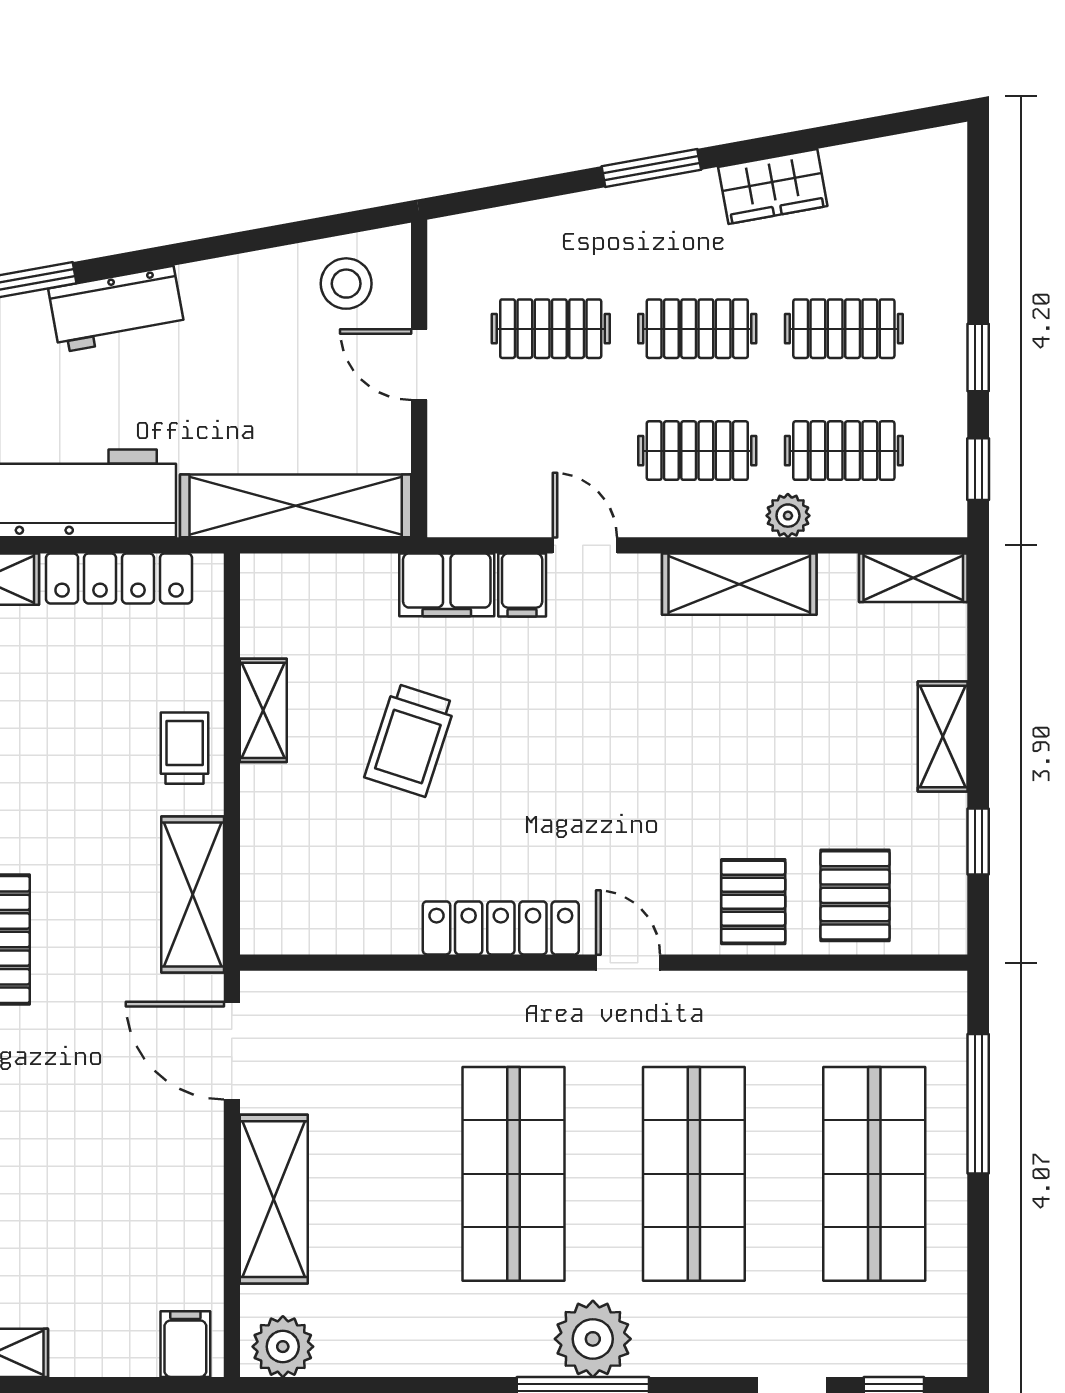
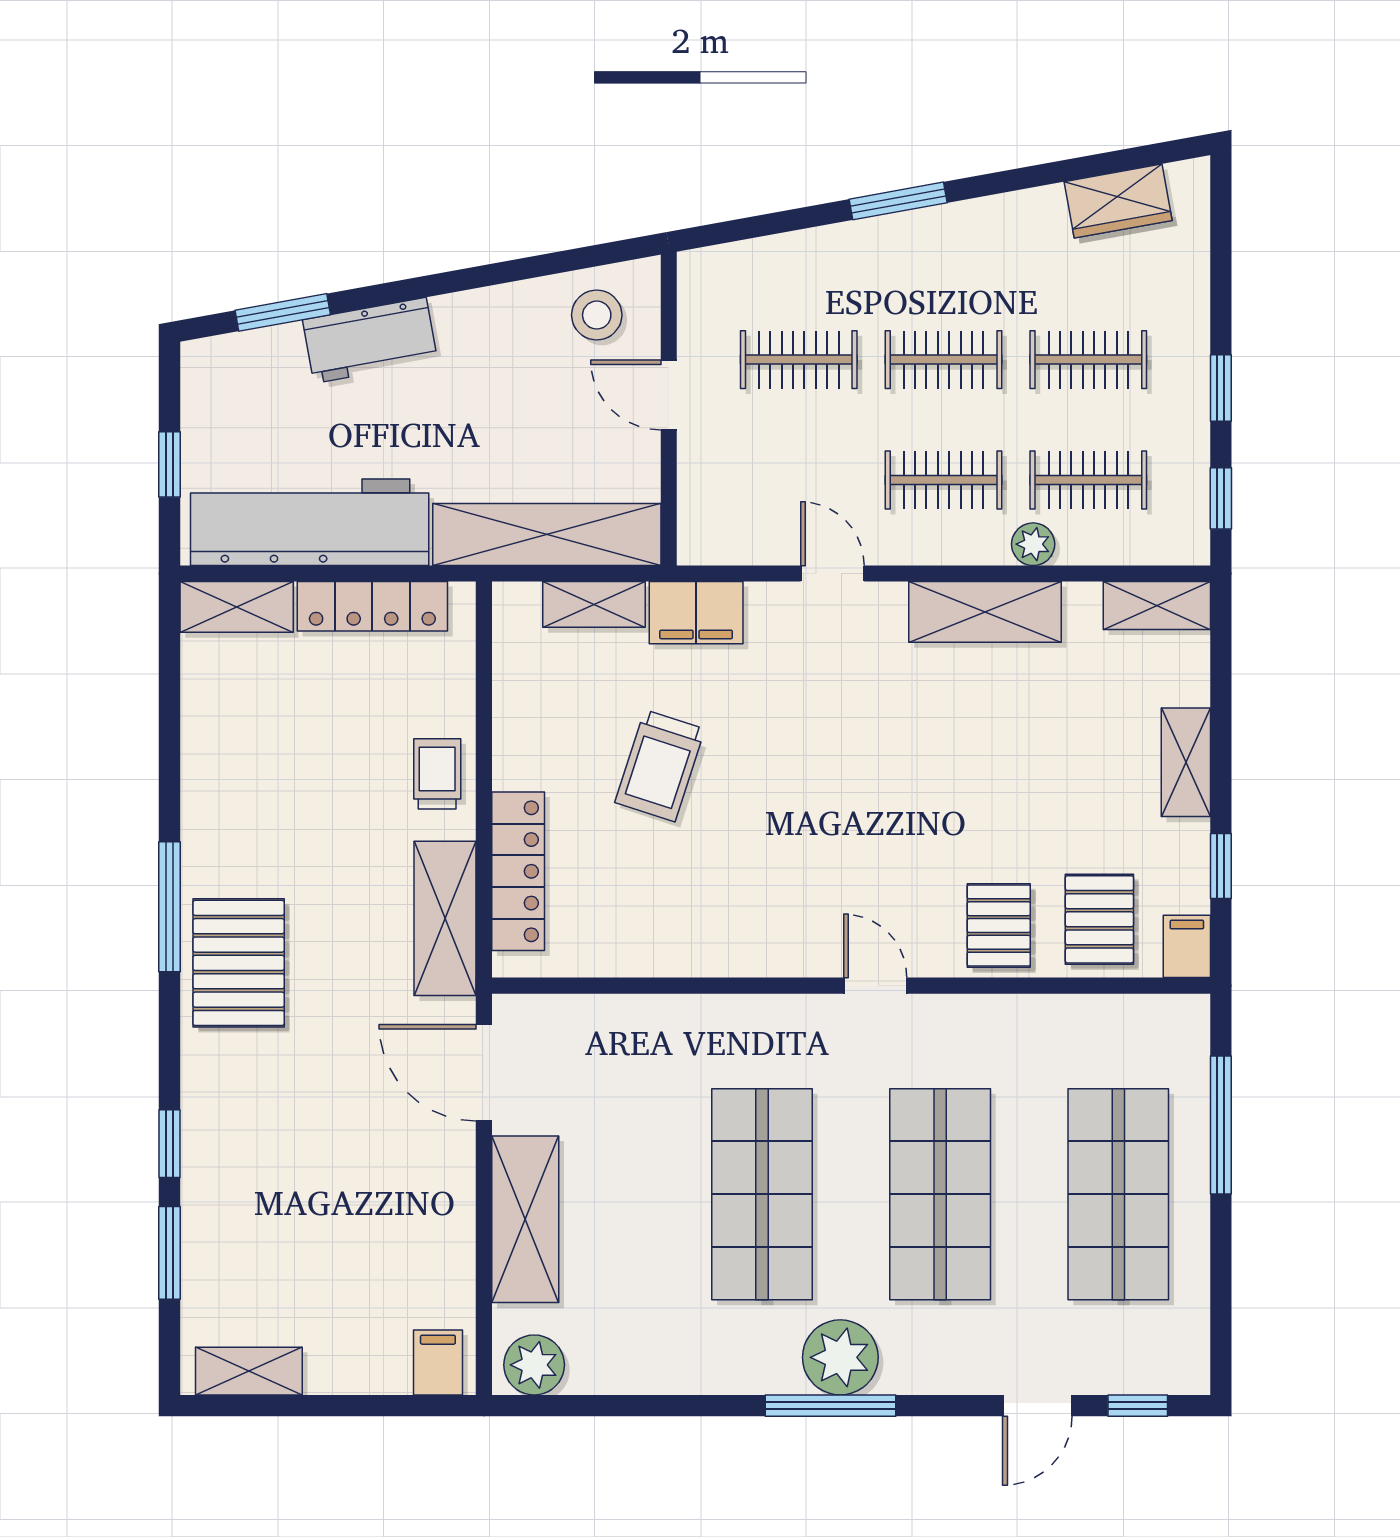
wardrobe: (773, 187) -> (1118, 201), moved
filing cabinet: (522, 585) -> (1187, 946), moved, turned 180
shelving: (263, 710) -> (594, 604), moved, turned 90
locker: (501, 928) -> (518, 871), moved, turned 90

